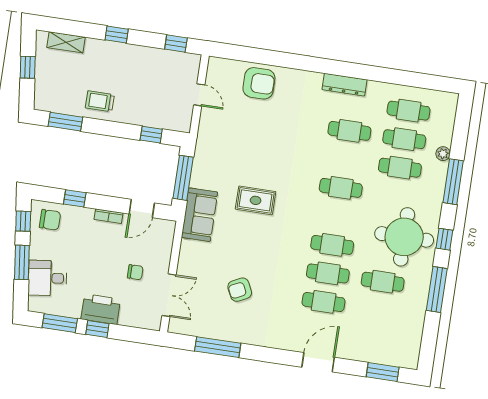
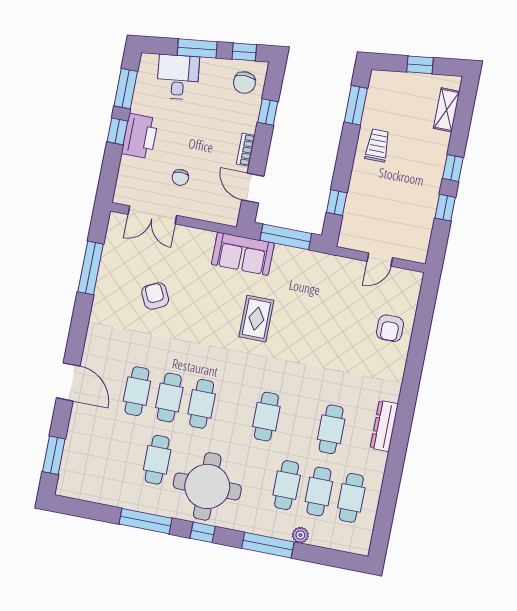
window: (176, 43) -> (445, 208), moved
armchair: (259, 83) -> (390, 328), width x0.72, depth x0.72

